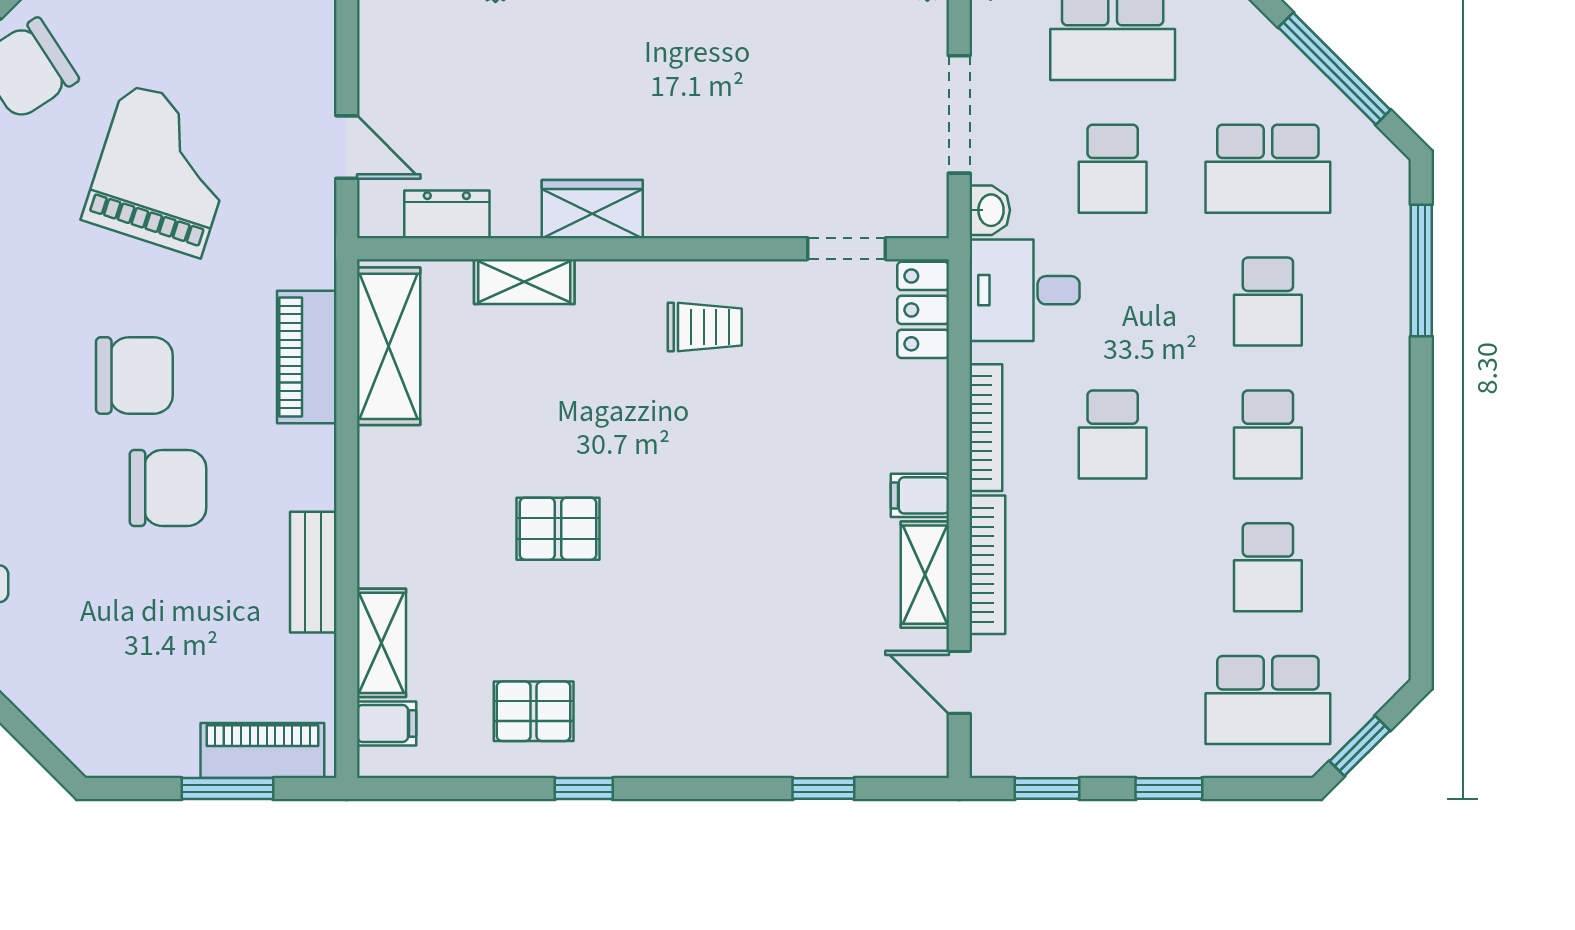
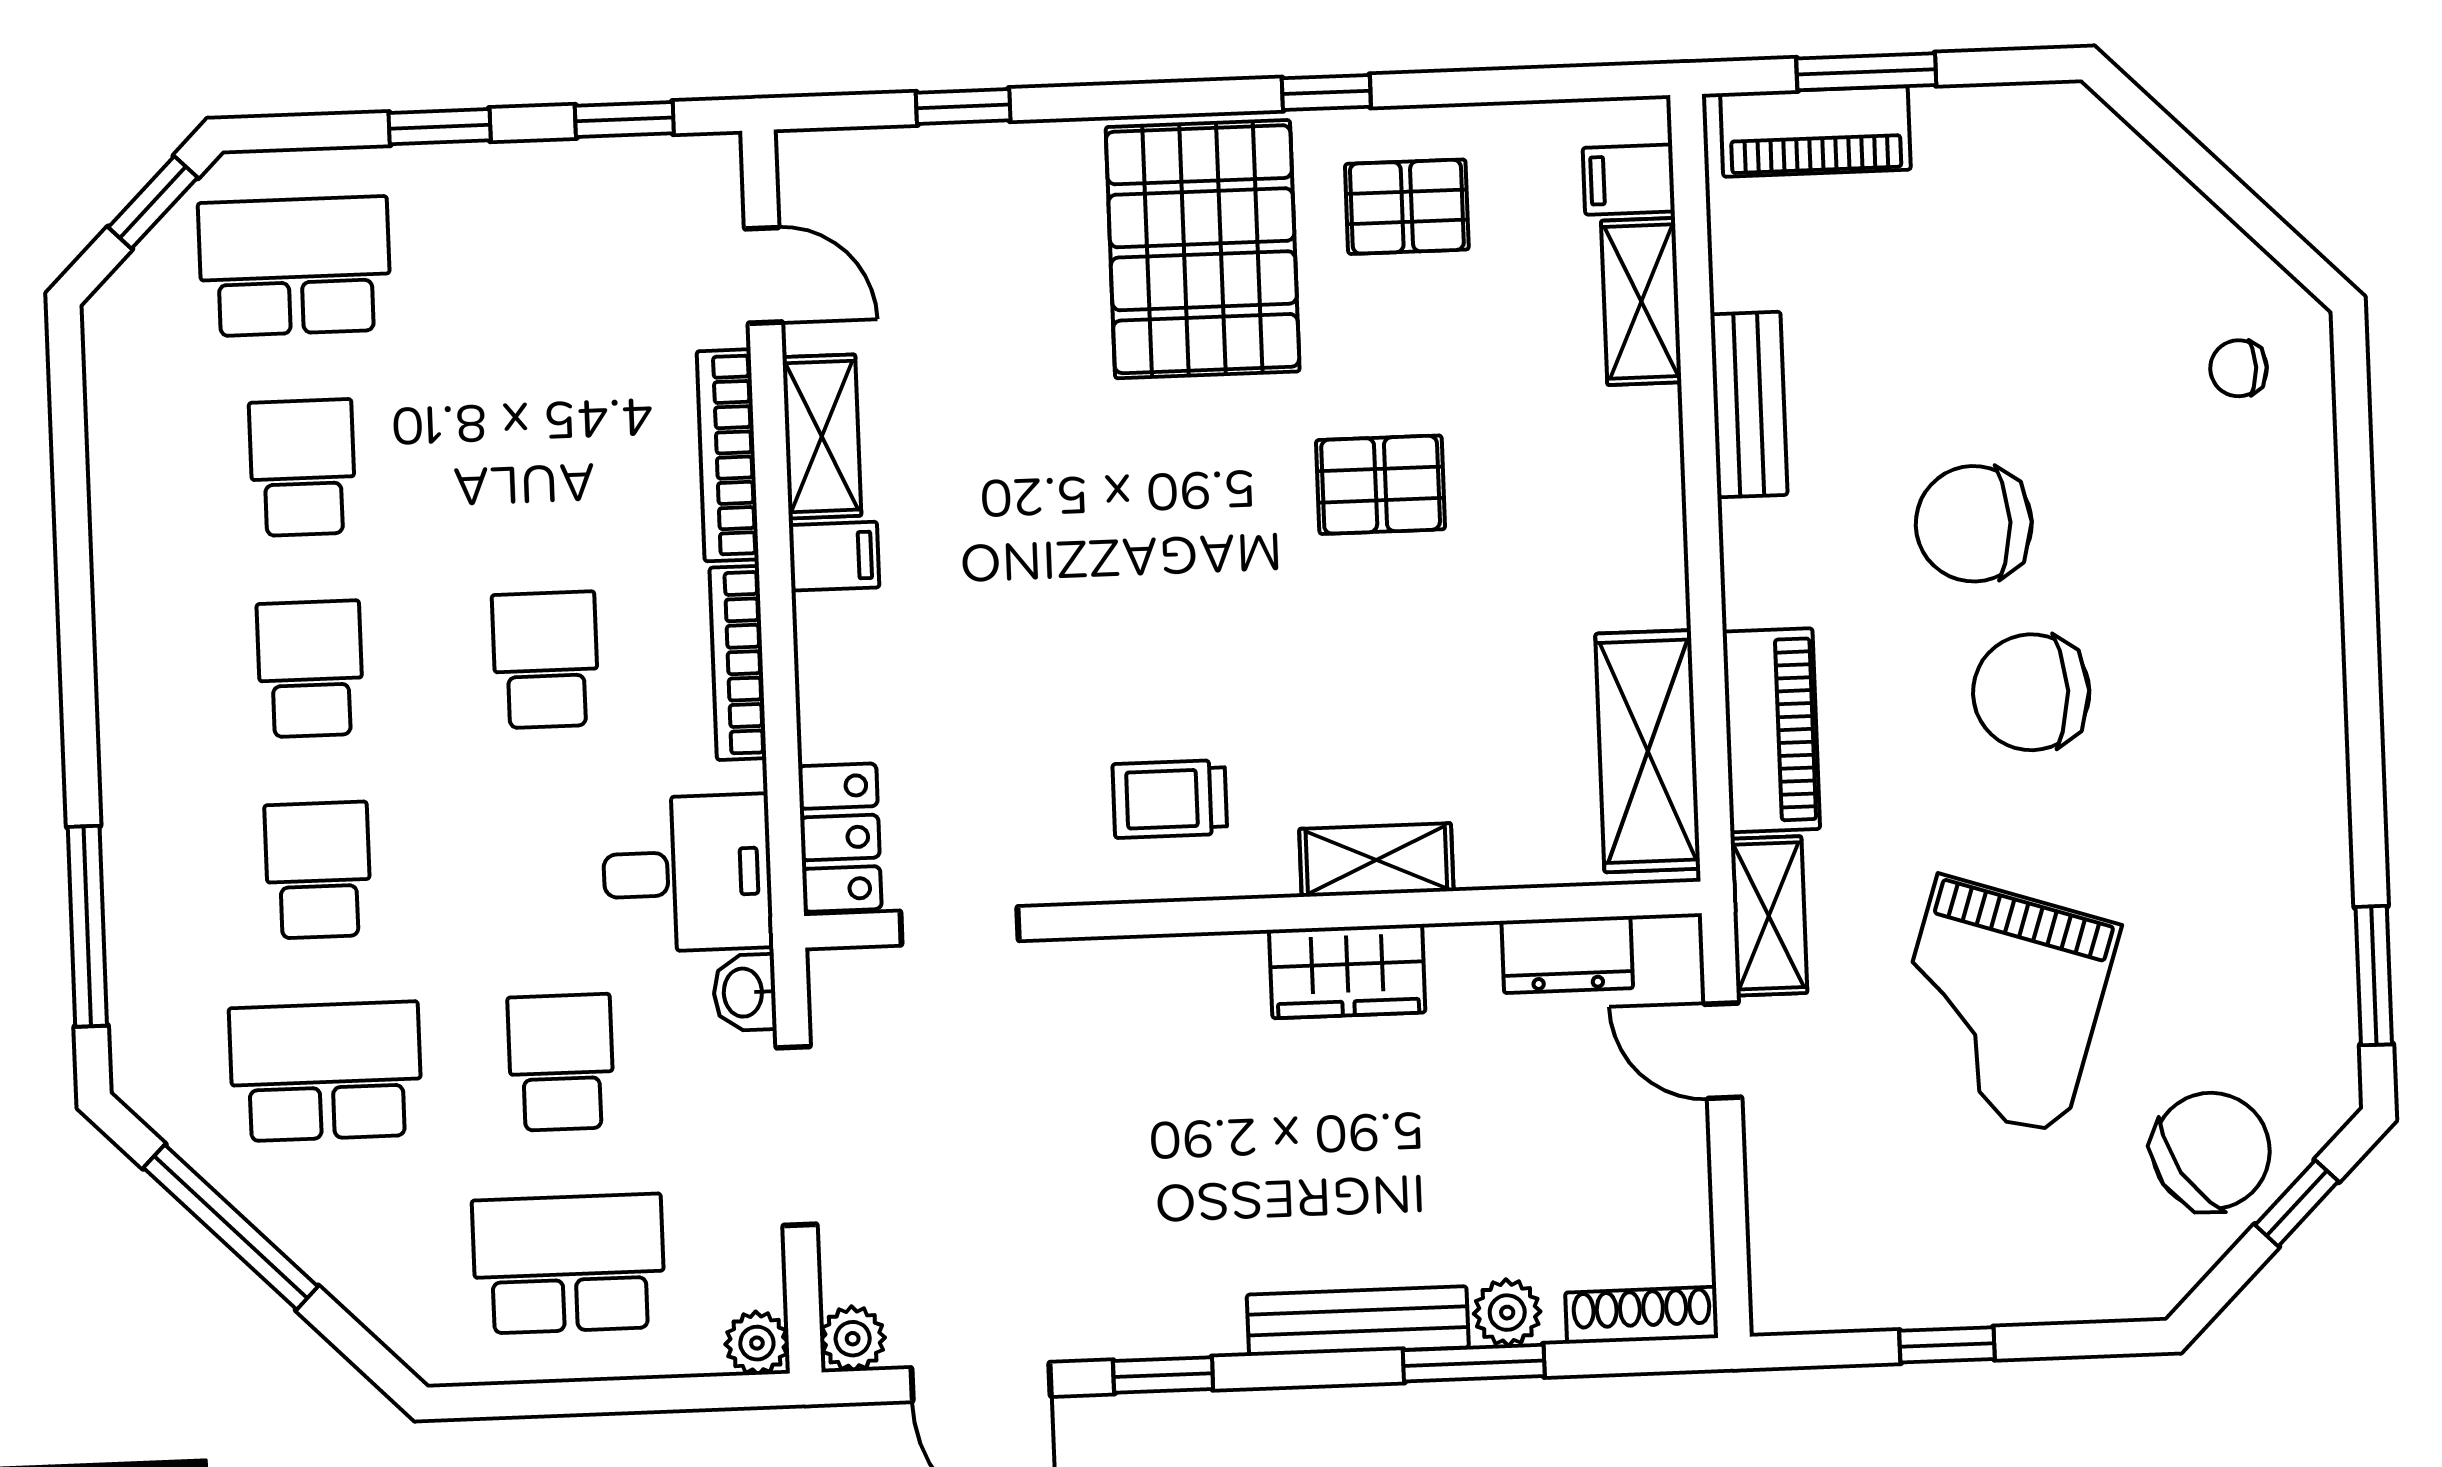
shelving: (313, 235) -> (1769, 916), added
shelving: (524, 282) -> (1376, 860), moved
pallet: (669, 688) -> (1203, 249), added

